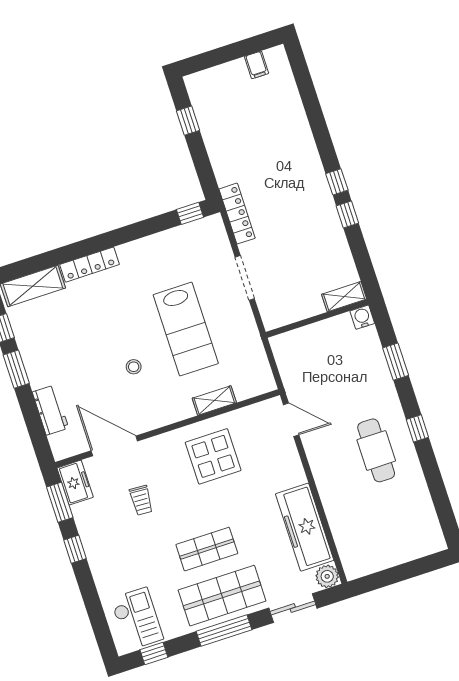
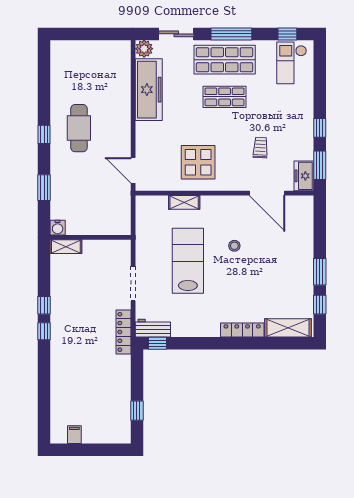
workbench: (50, 410) -> (153, 328), moved, turned 90

